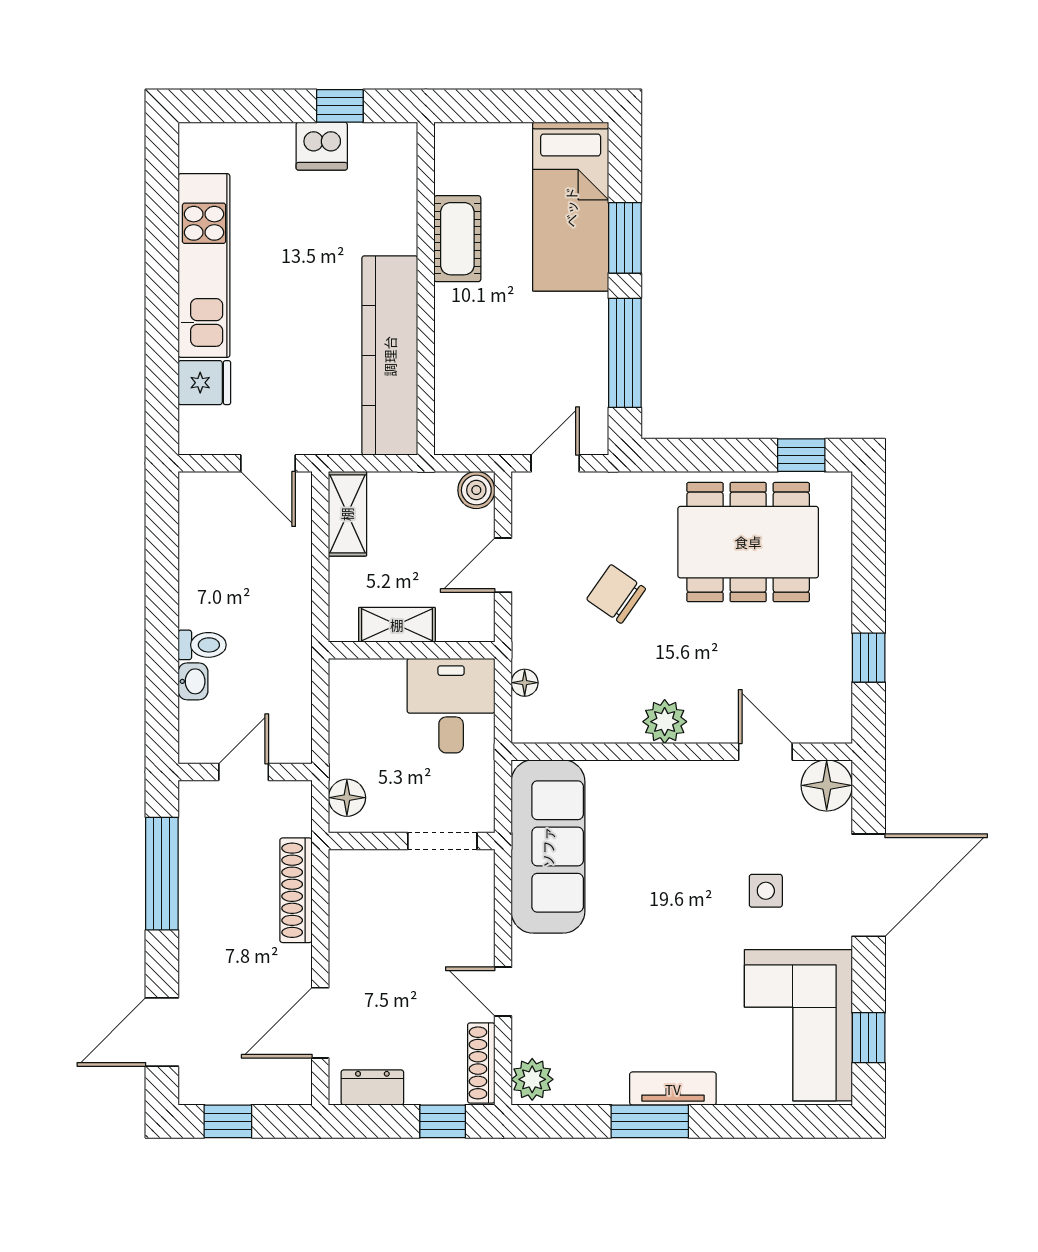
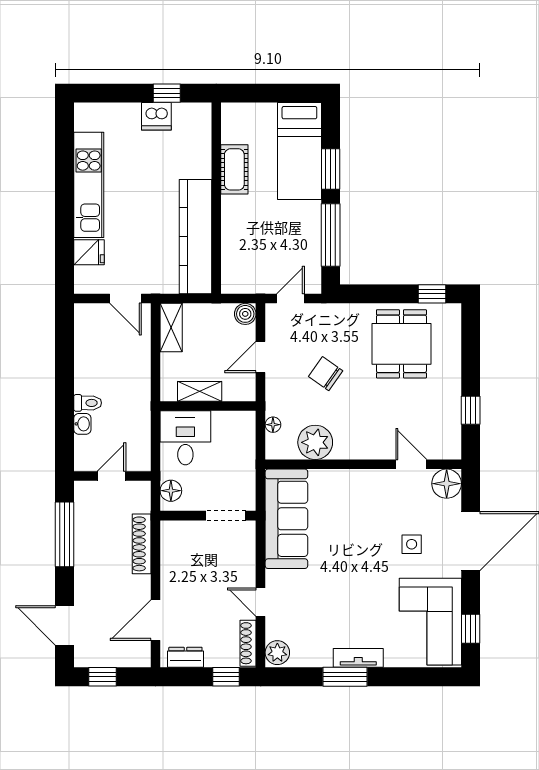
dining table: (748, 542) -> (401, 344), width x0.73
desk: (451, 706) -> (185, 438), moved
plant: (665, 722) -> (315, 442), moved, width x1.36, depth x1.36
door: (162, 1032) -> (64, 625), hinge flipped

